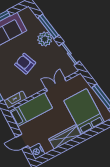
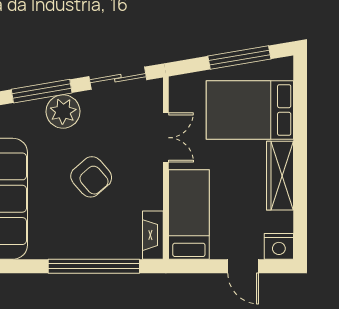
armchair: (25, 64) -> (91, 177), turned -109
double door: (56, 85) -> (166, 138), swing flipped
door: (22, 141) -> (243, 266), hinge flipped

